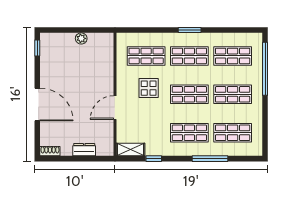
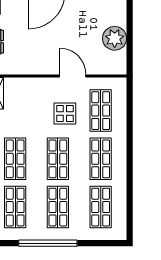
window: (190, 30) -> (130, 159), removed
plant: (81, 38) -> (115, 38), width x1.88, depth x1.88
window: (265, 69) -> (48, 243), moved
door: (115, 108) -> (73, 76), moved

